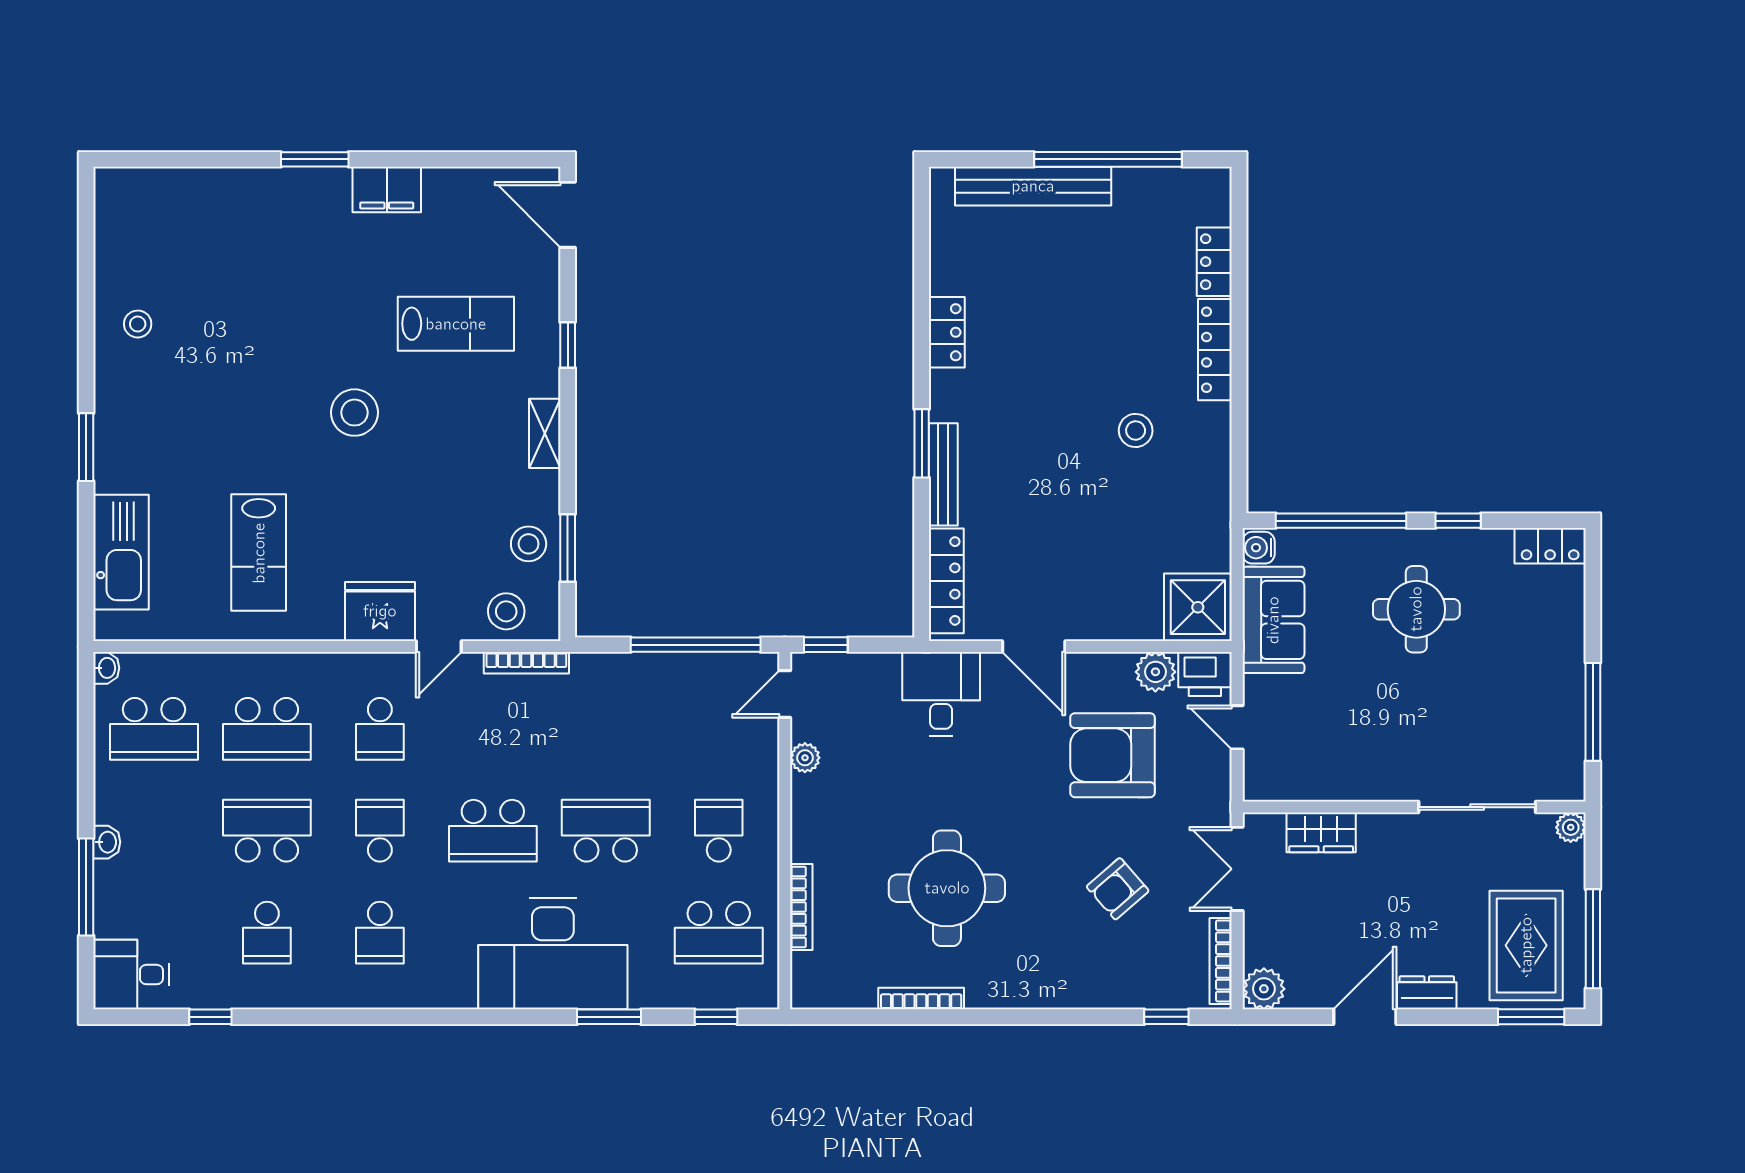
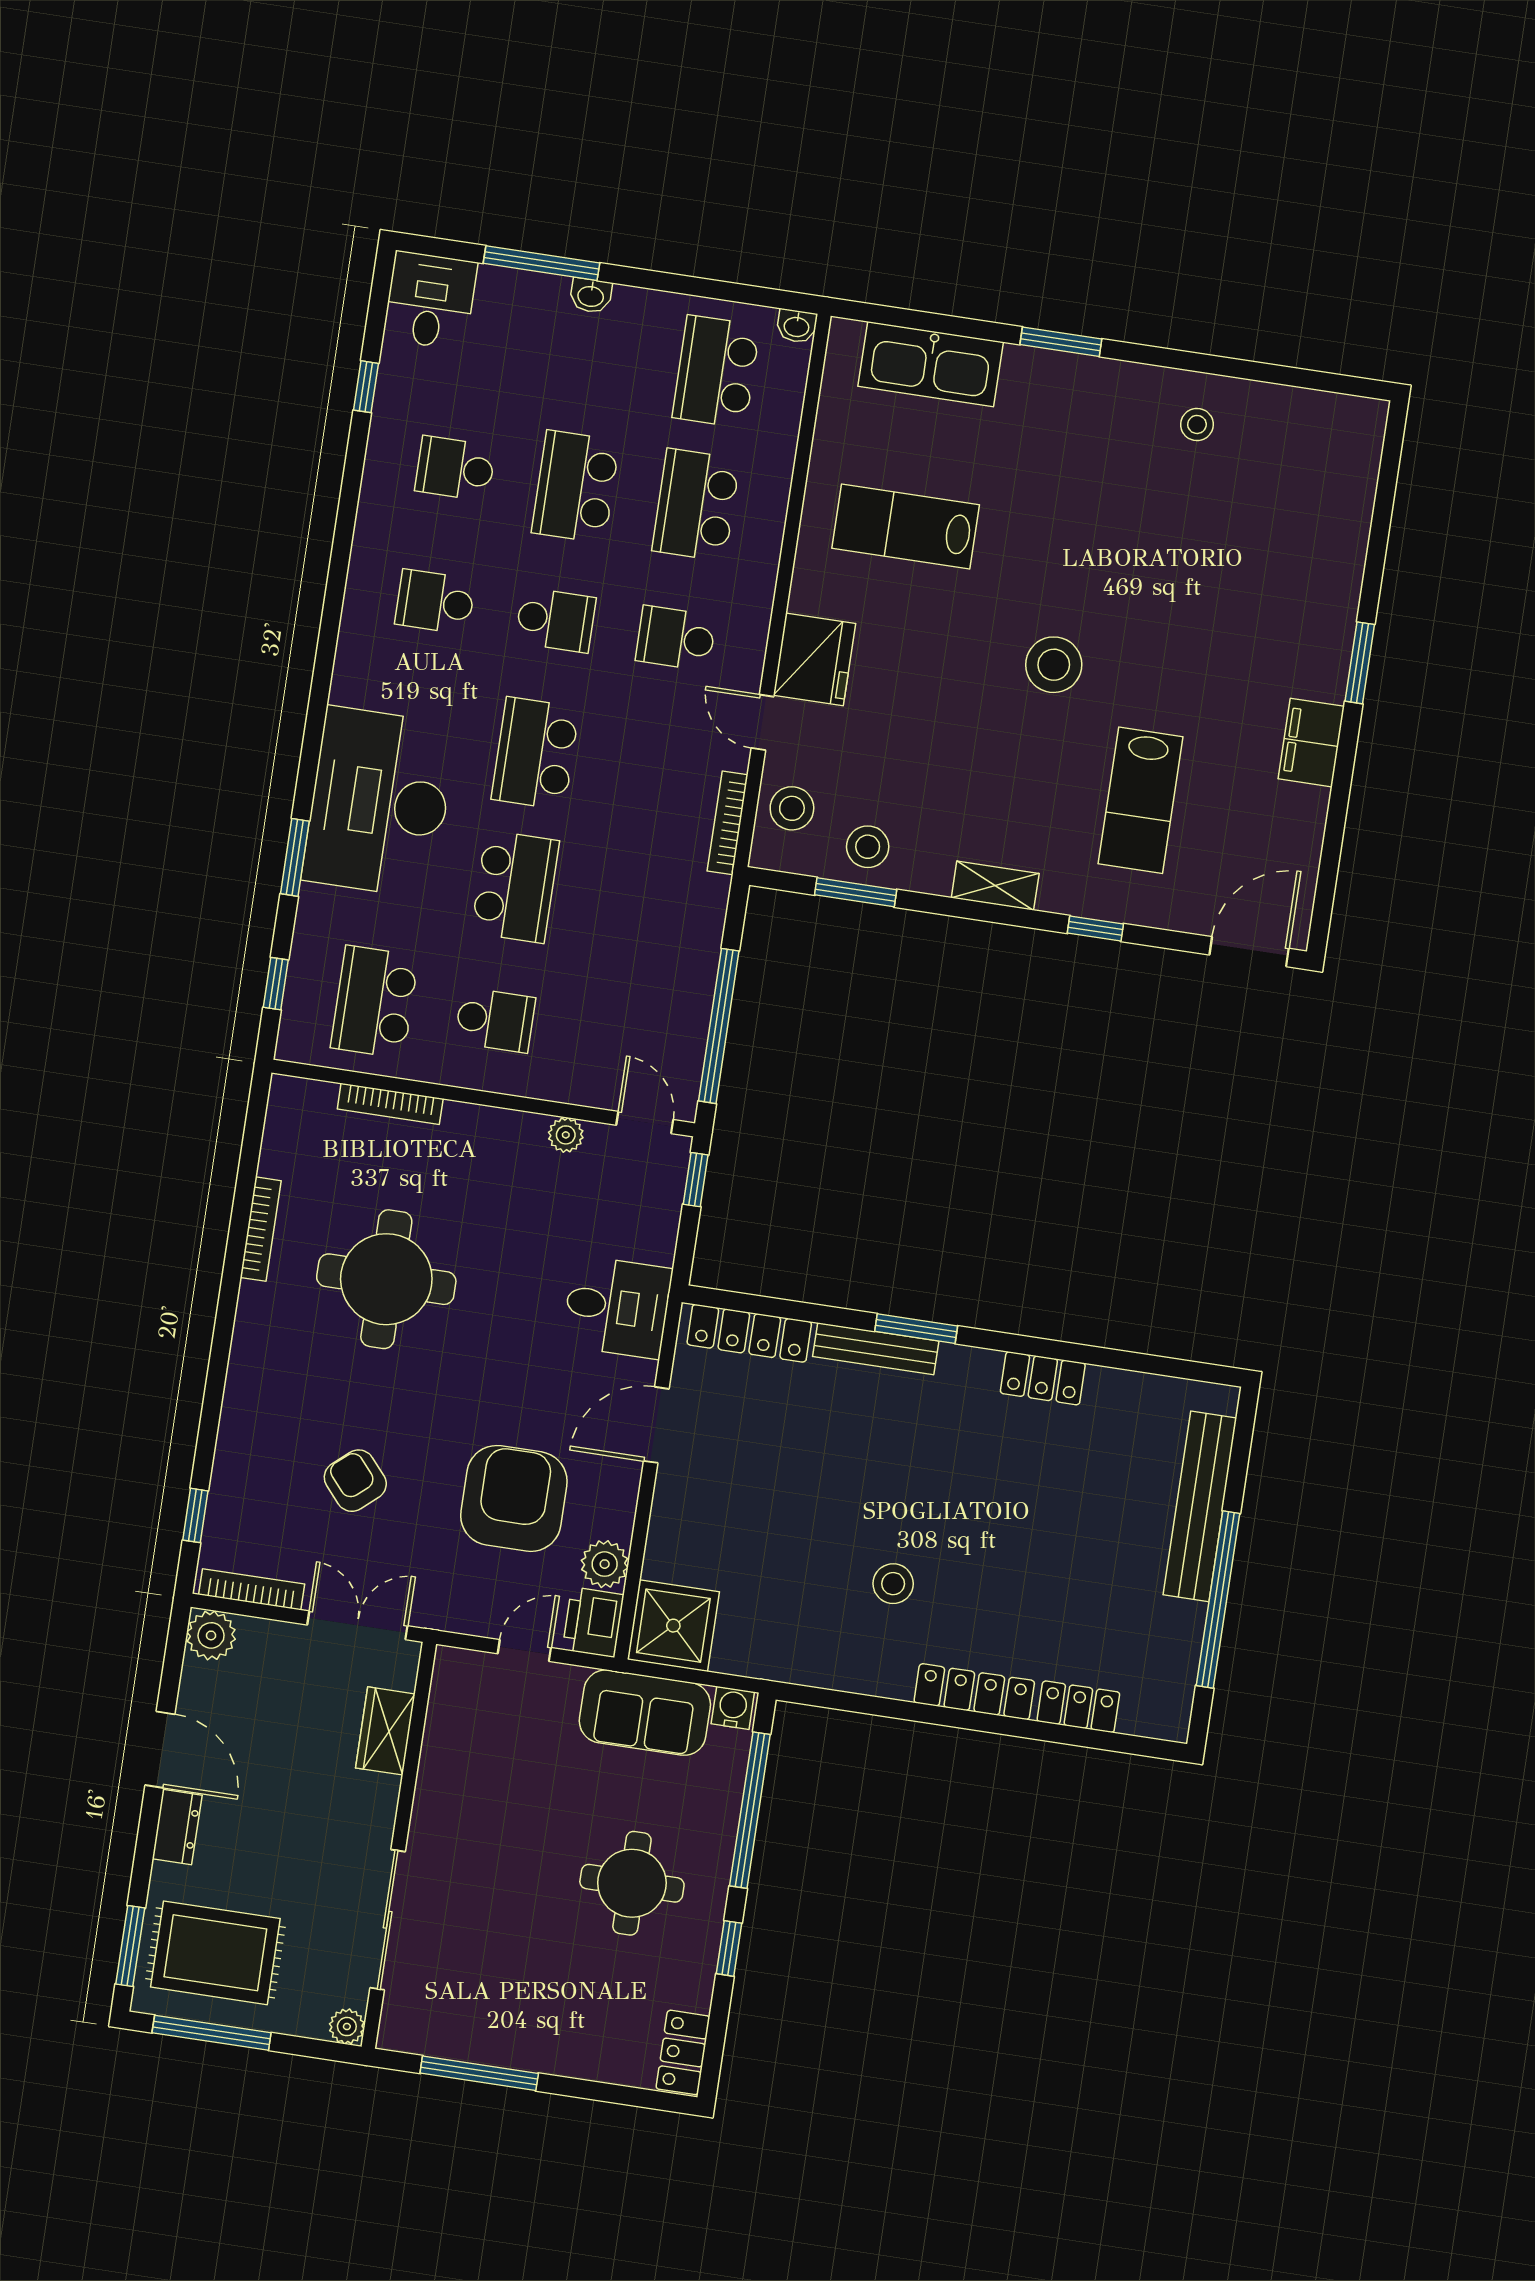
school desk: (267, 831) -> (576, 487), turned 180

